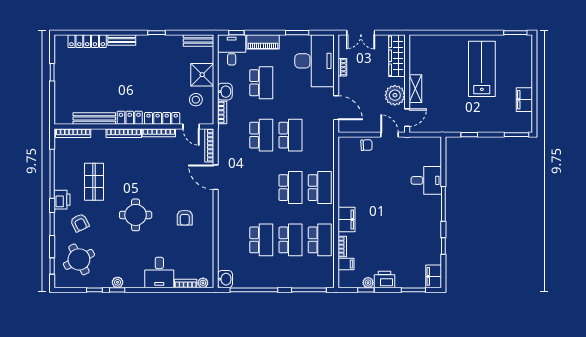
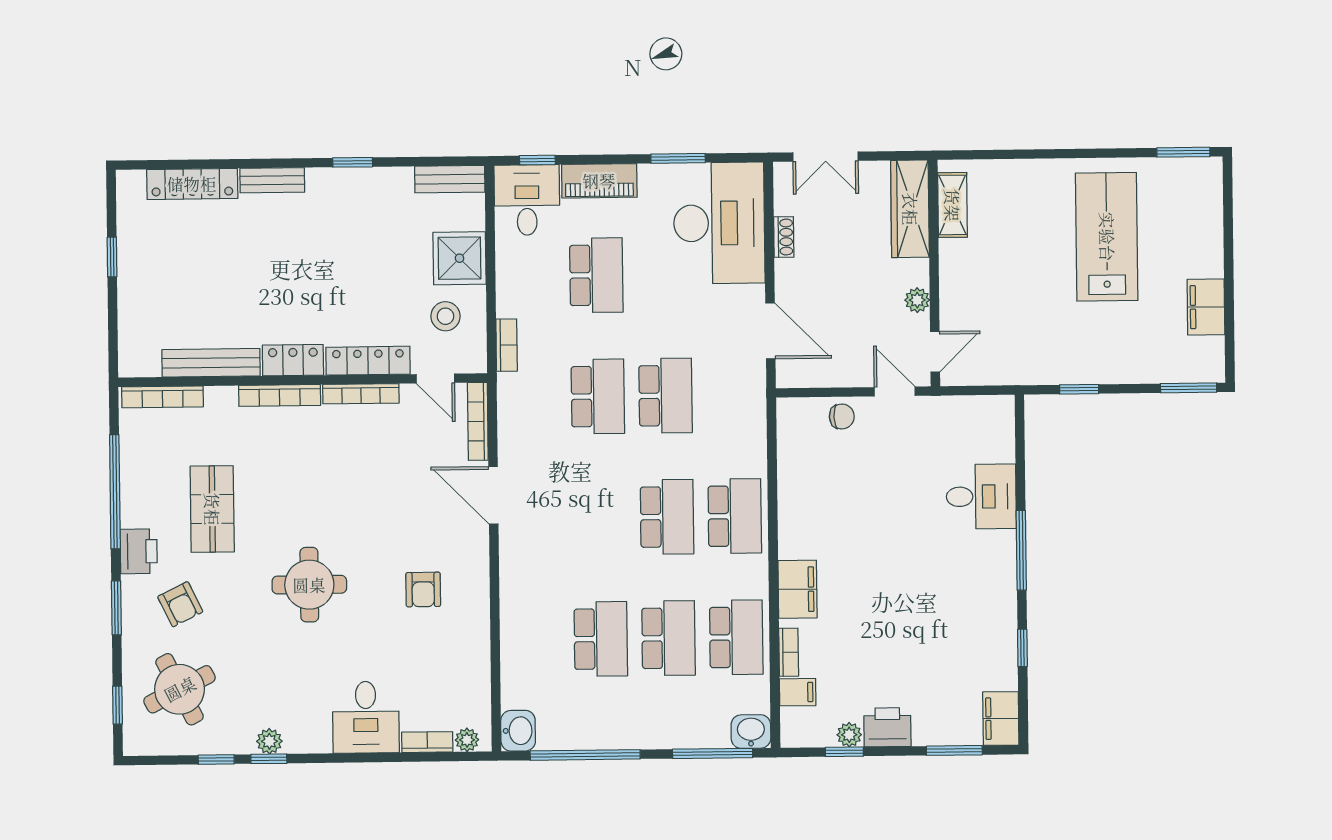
shelving: (415, 89) -> (952, 205), moved
washbasin: (225, 92) -> (751, 732), moved, turned -90
plant: (395, 95) -> (917, 300), width x0.53, depth x0.53

